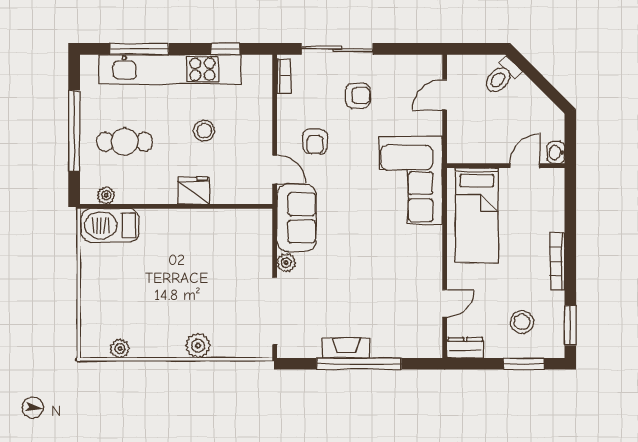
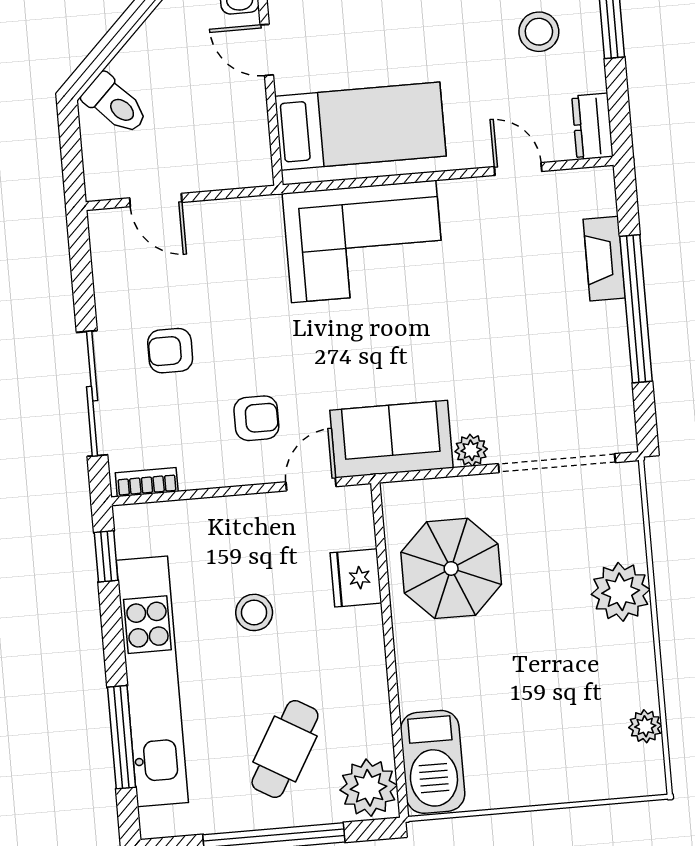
window: (225, 49) -> (106, 556), moved
armchair: (358, 96) -> (170, 351), turned -90
cafe table: (125, 142) -> (285, 749), turned 30
corner sofa: (411, 180) -> (364, 241), moved
fridge: (194, 191) -> (356, 578), moved
plant: (106, 195) -> (369, 788), width x1.88, depth x1.88
parasol: (220, 245) -> (451, 568), added
plant: (198, 346) -> (621, 592), width x1.36, depth x1.36
fireplace: (346, 348) -> (604, 259), moved

